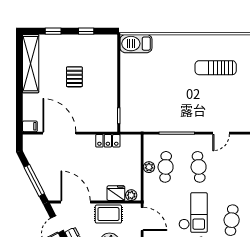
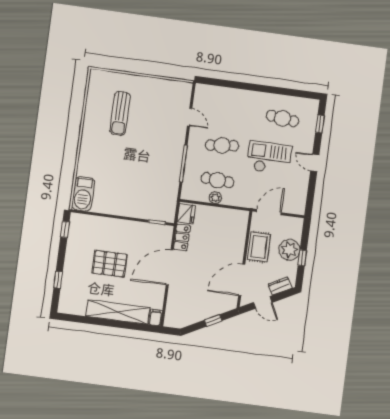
window: (86, 31) -> (65, 229), moved
shelving: (31, 64) -> (118, 312), moved
pallet: (74, 77) -> (110, 264), width x1.50, depth x1.42
door: (59, 133) -> (170, 268), moved
window: (34, 180) -> (213, 320), width x0.46
fridge: (116, 193) -> (186, 214), moved, turned 180
plant: (131, 195) -> (242, 220), removed

